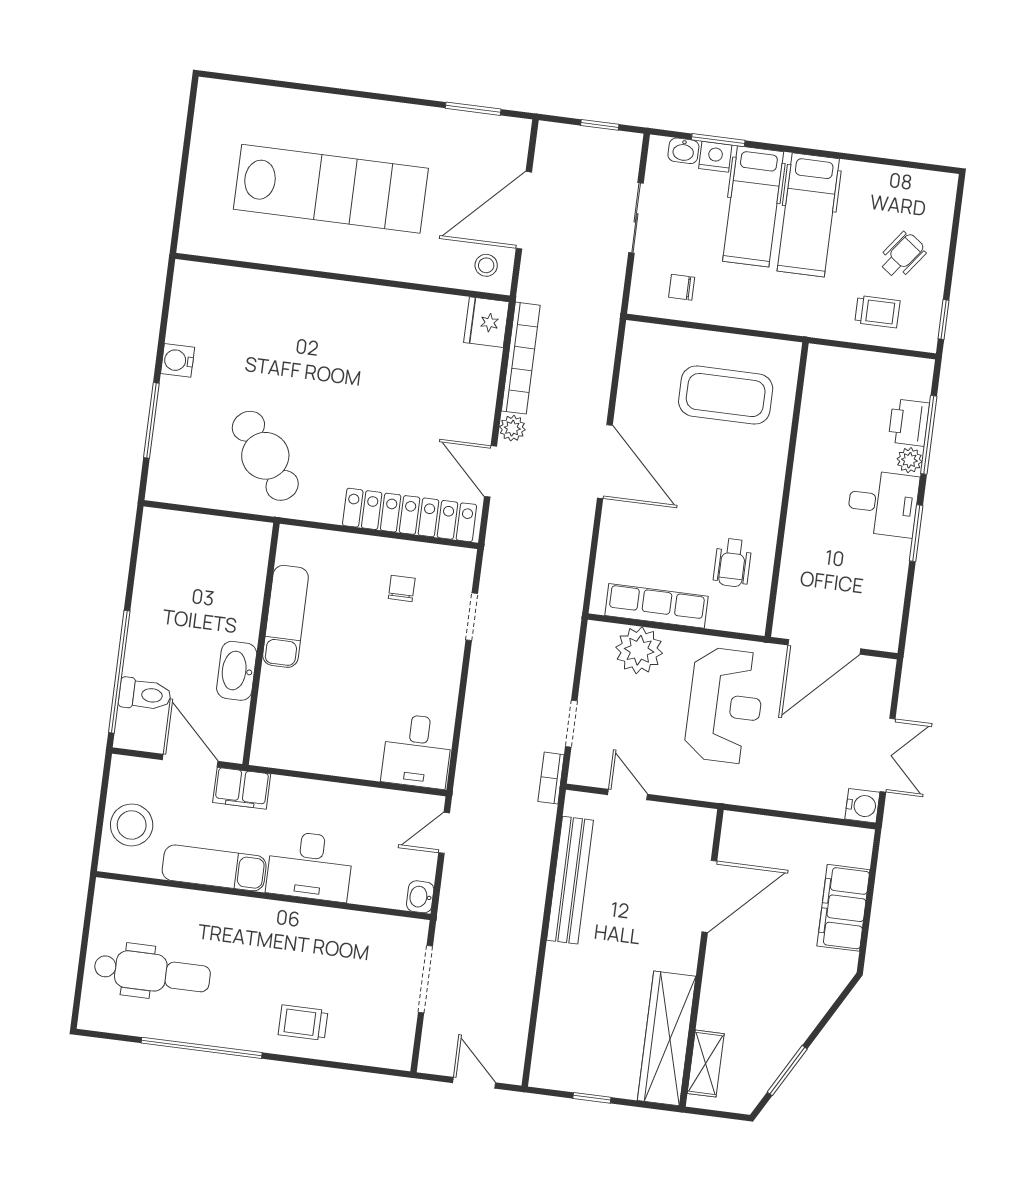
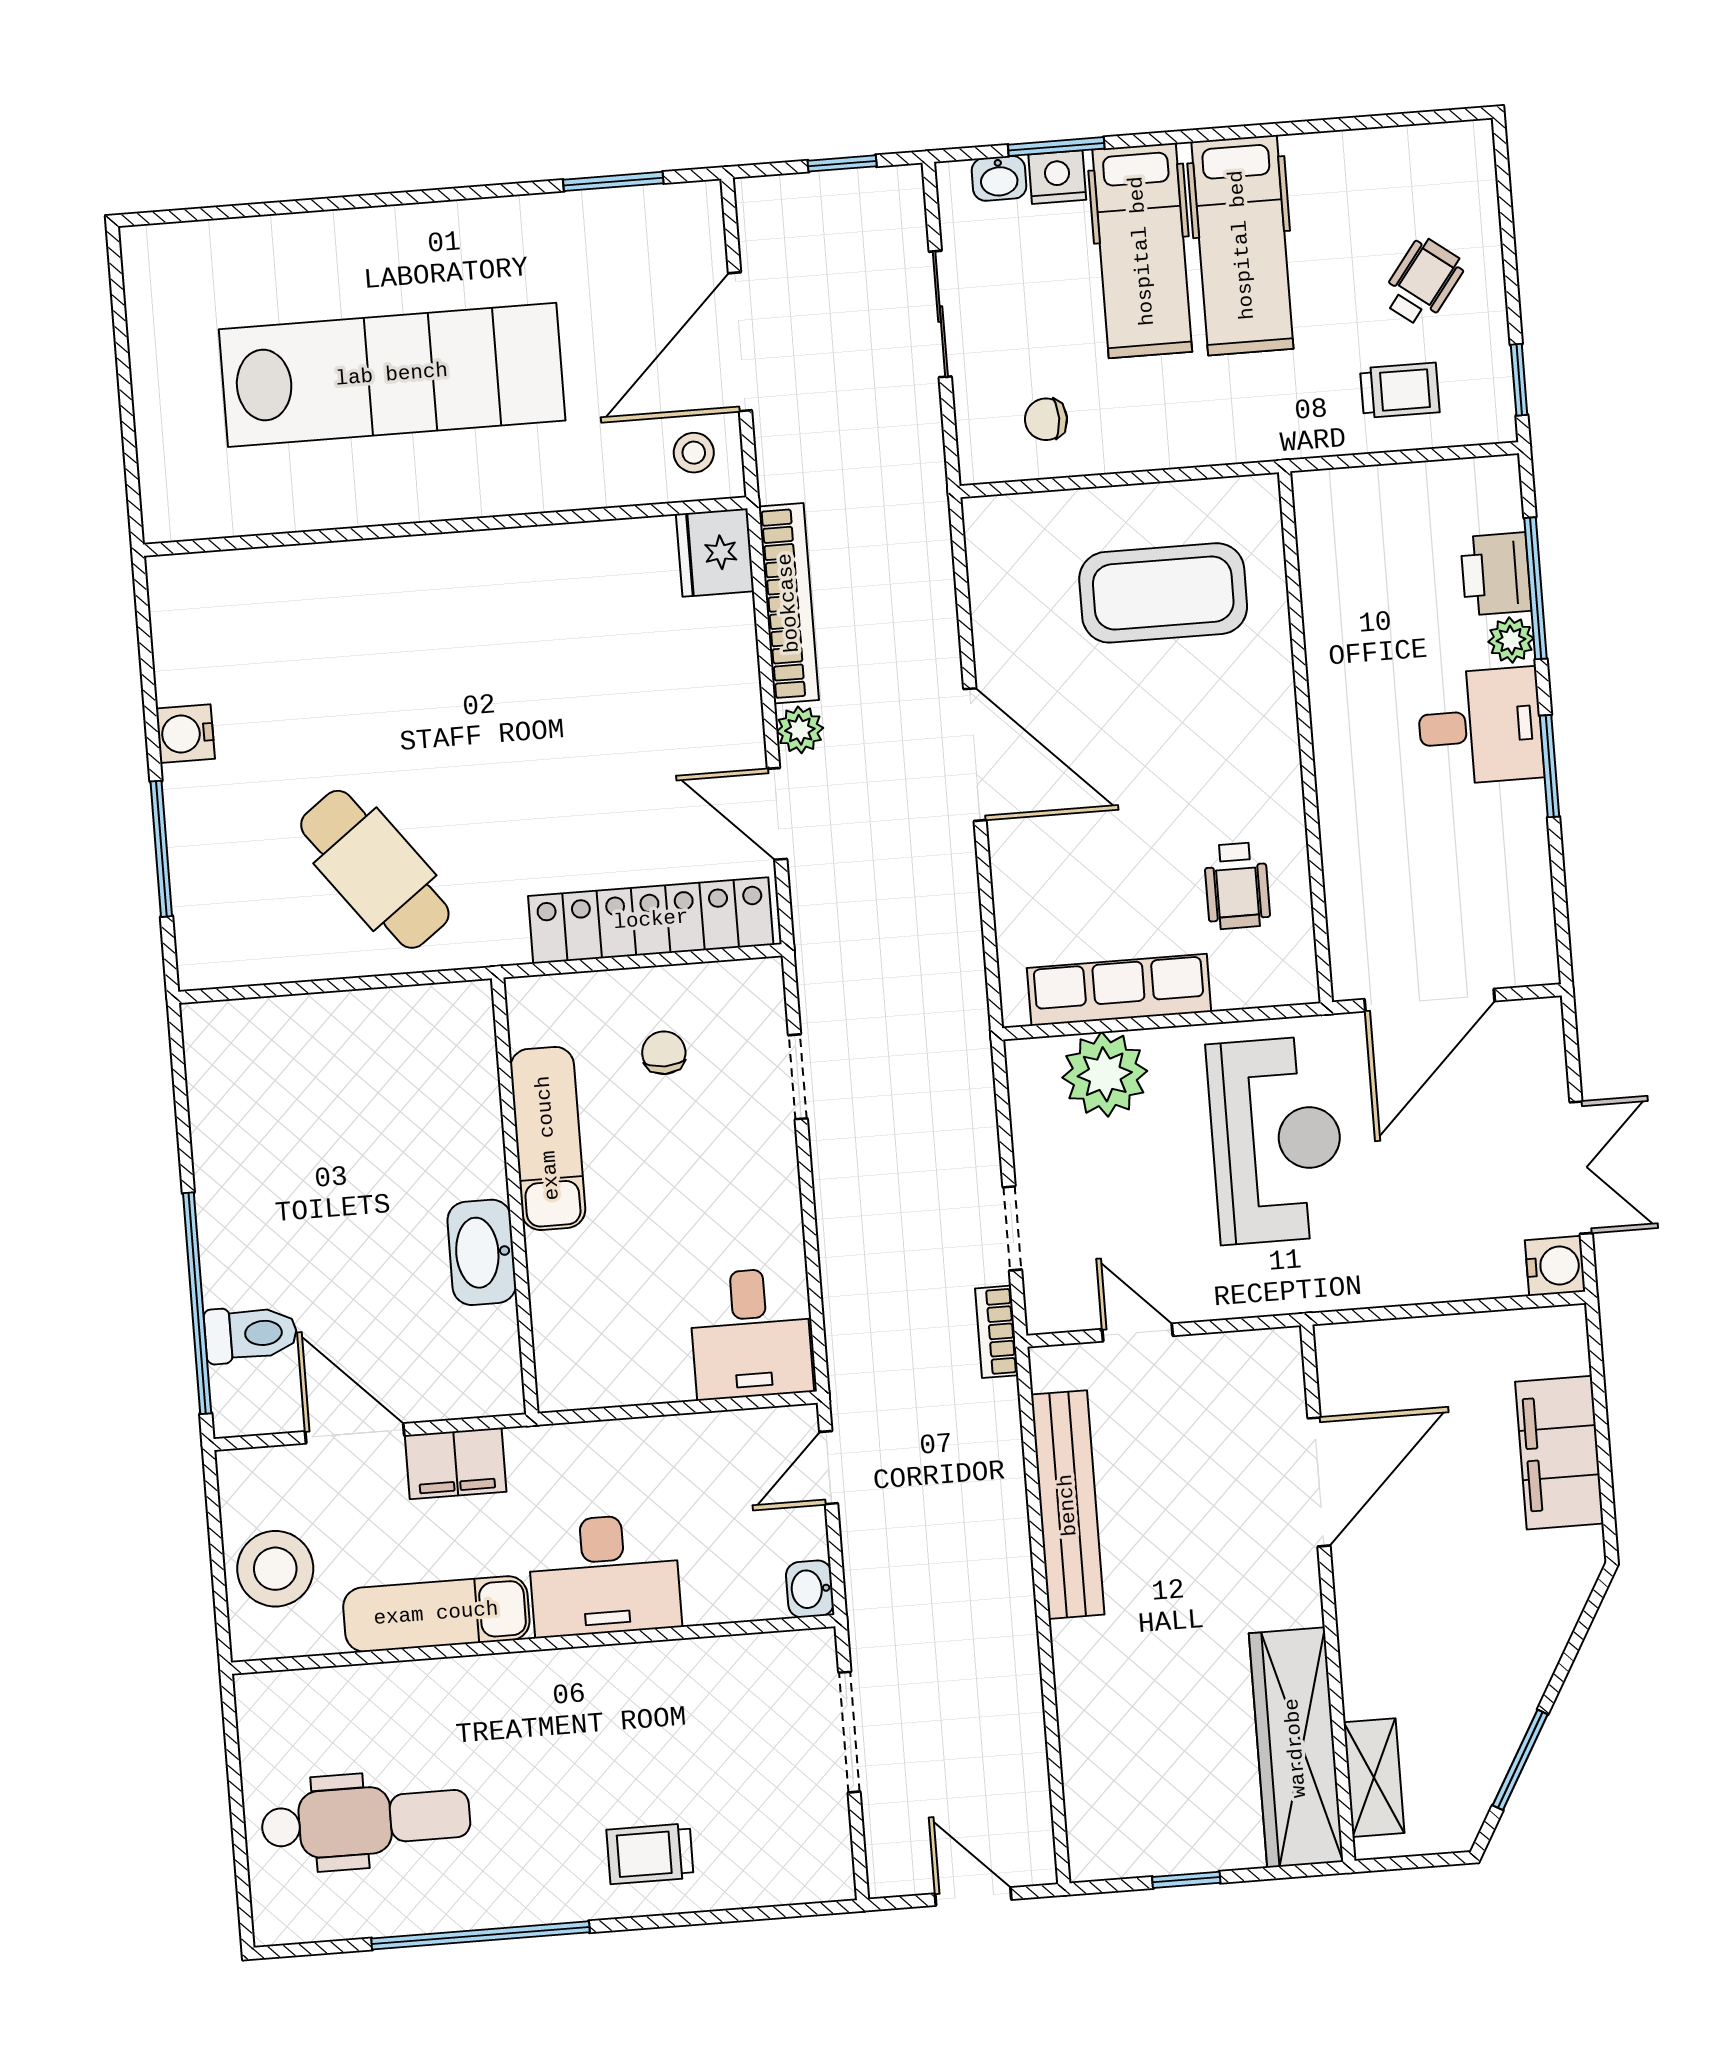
exam couch: (286, 616) -> (548, 1138), moved
wall: (261, 644) -> (515, 1196), moved
washbasin: (237, 671) -> (482, 1252), moved

